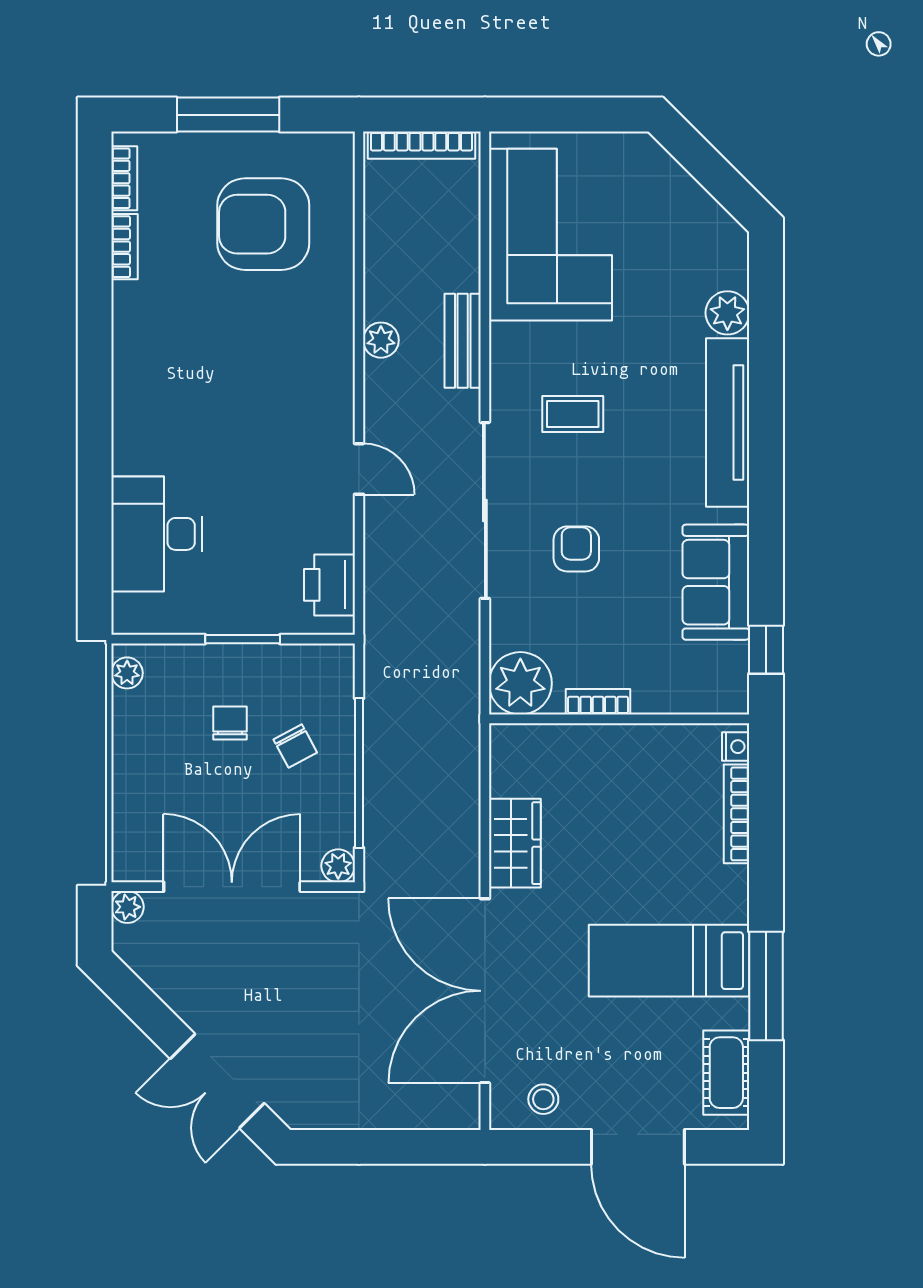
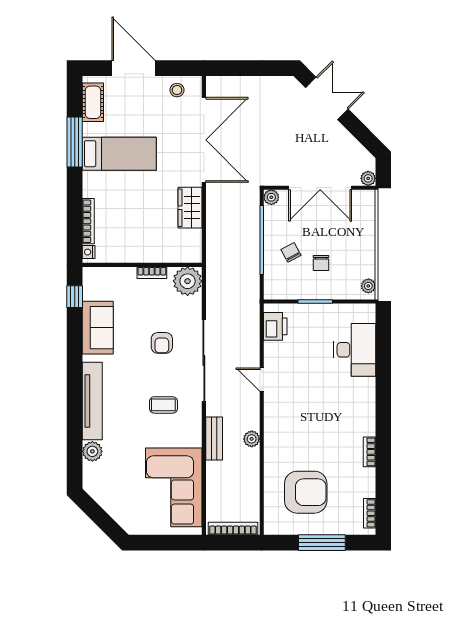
bookcase: (124, 247) -> (369, 452), moved

